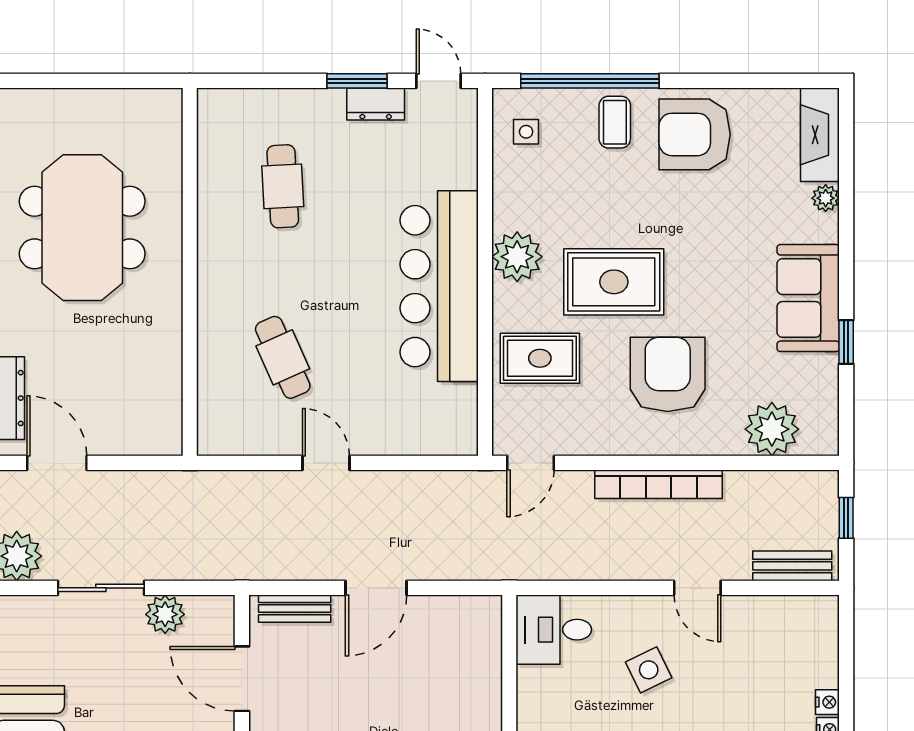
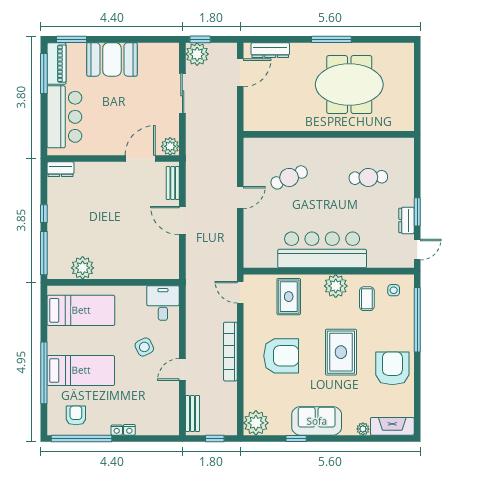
coffee table: (615, 122) -> (367, 299), moved, turned 90
rug: (614, 282) -> (341, 352), moved
plant: (772, 429) -> (256, 423), moved
plant: (165, 614) -> (170, 146), moved

